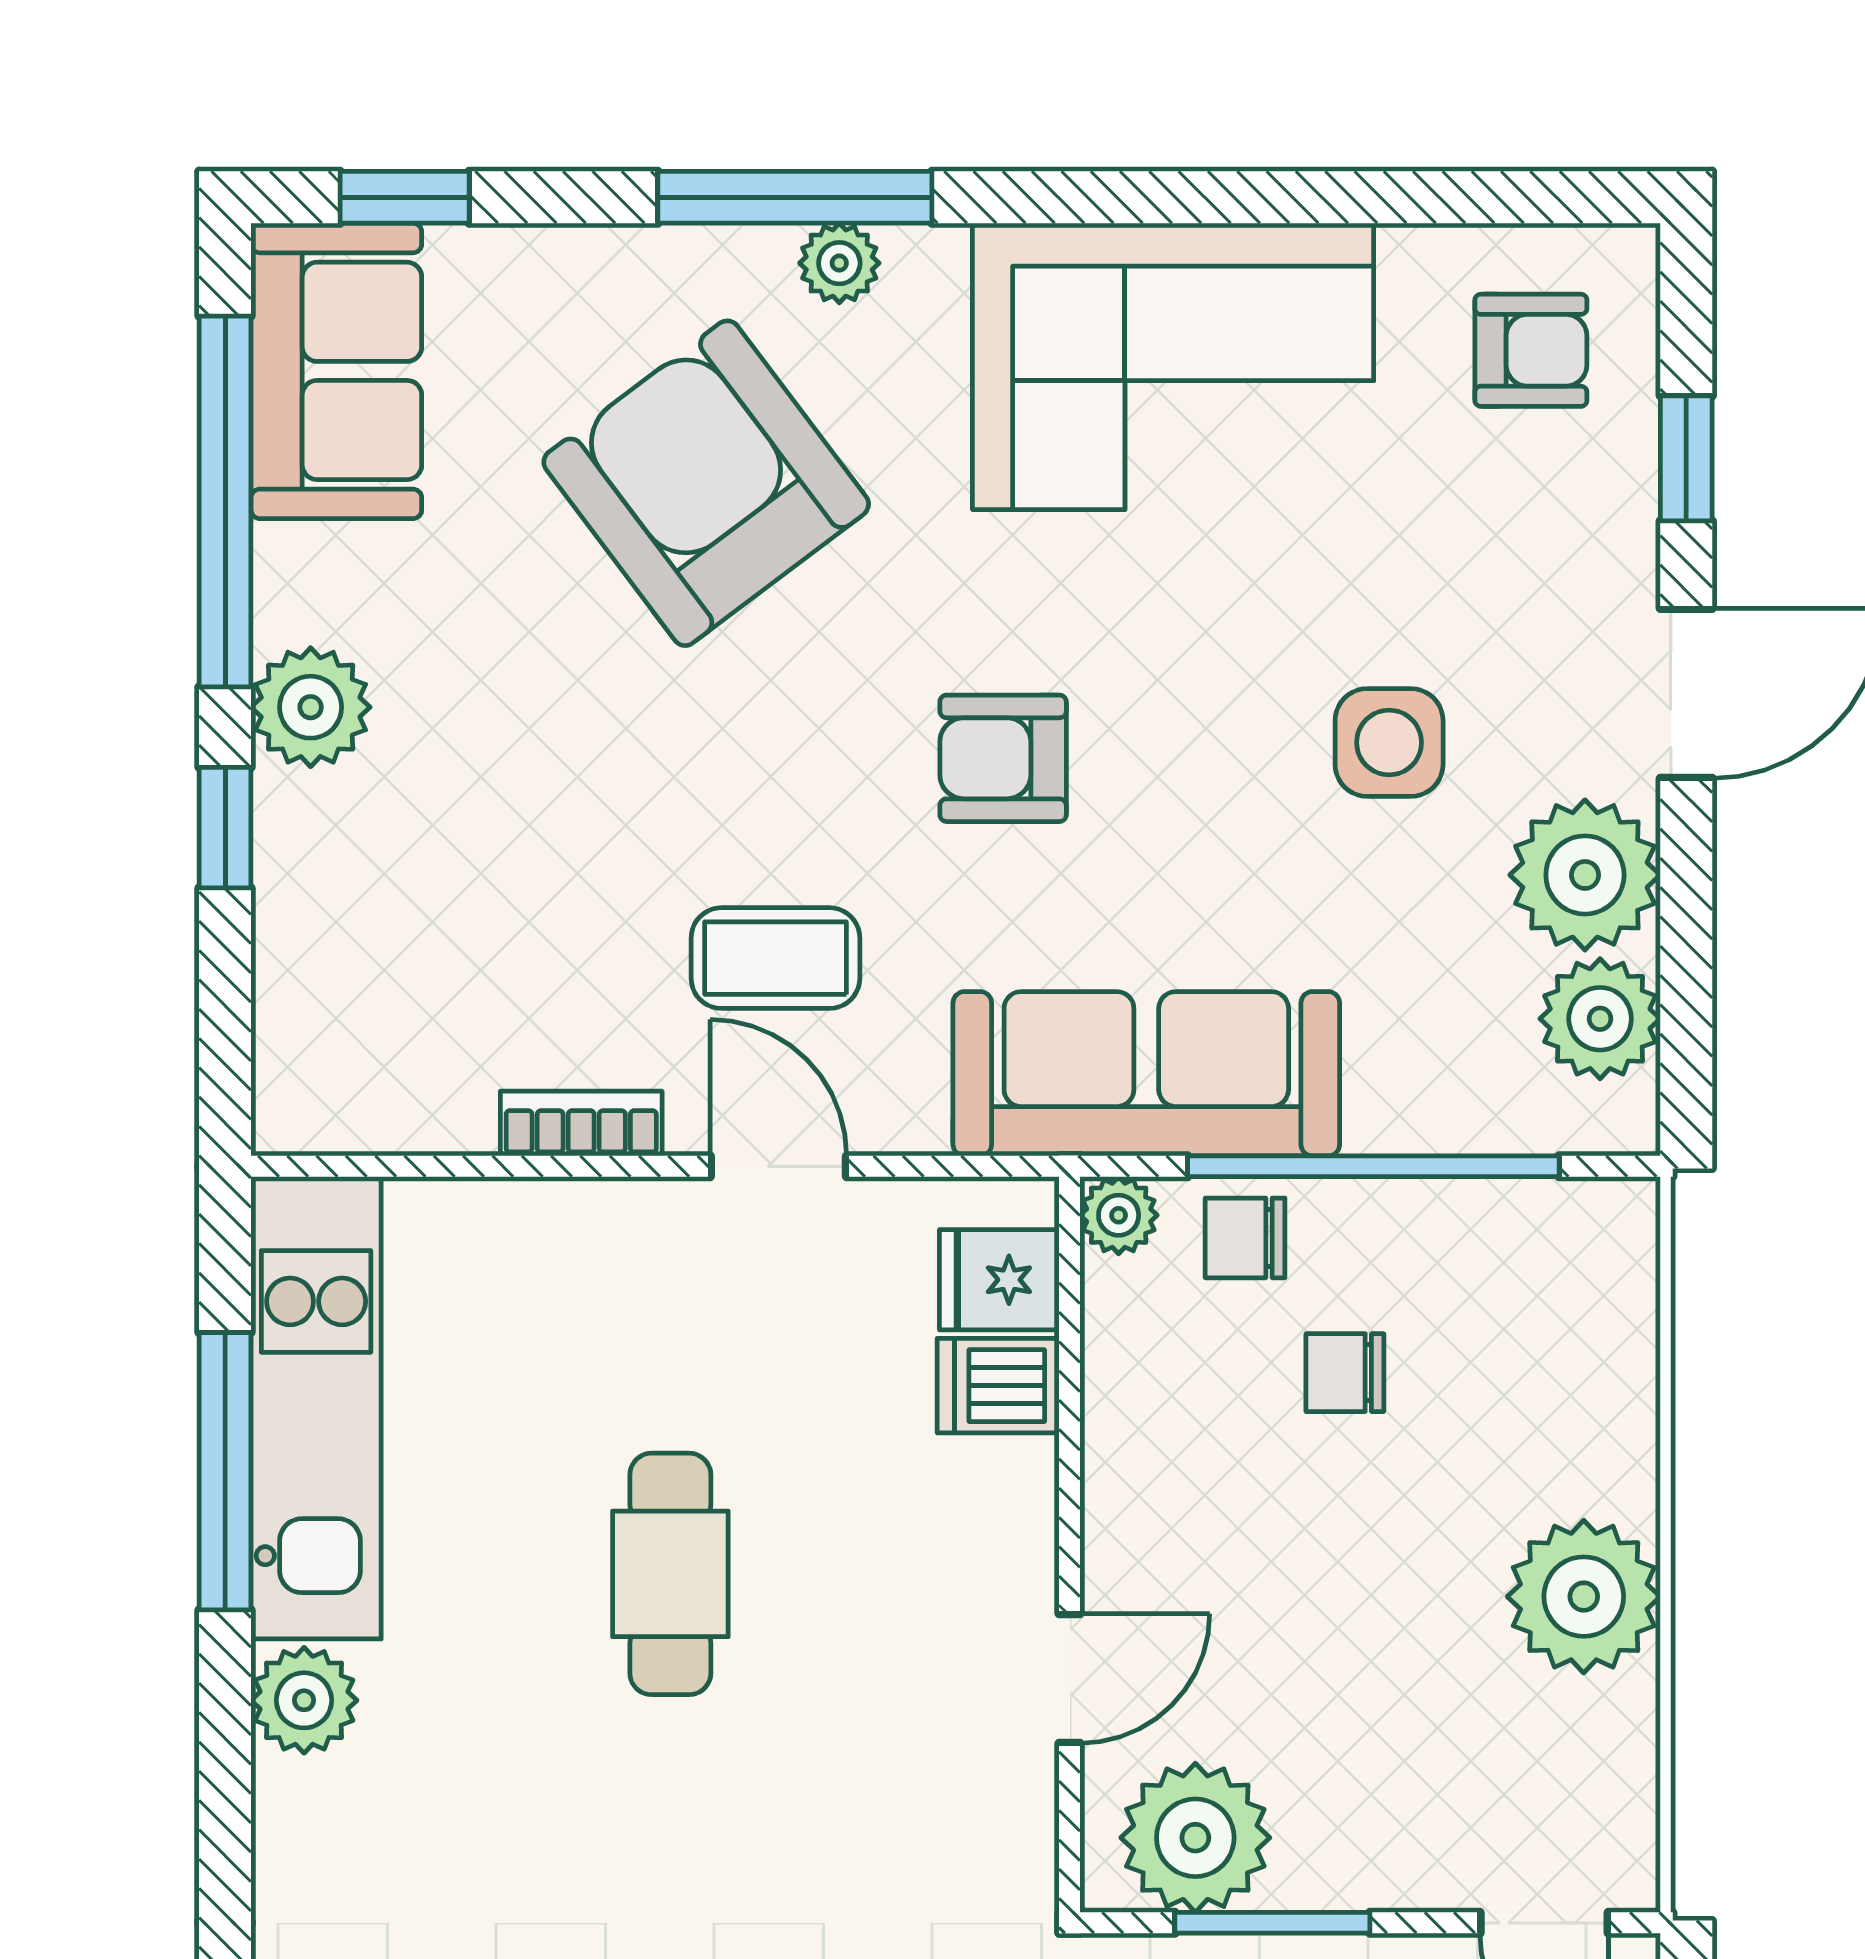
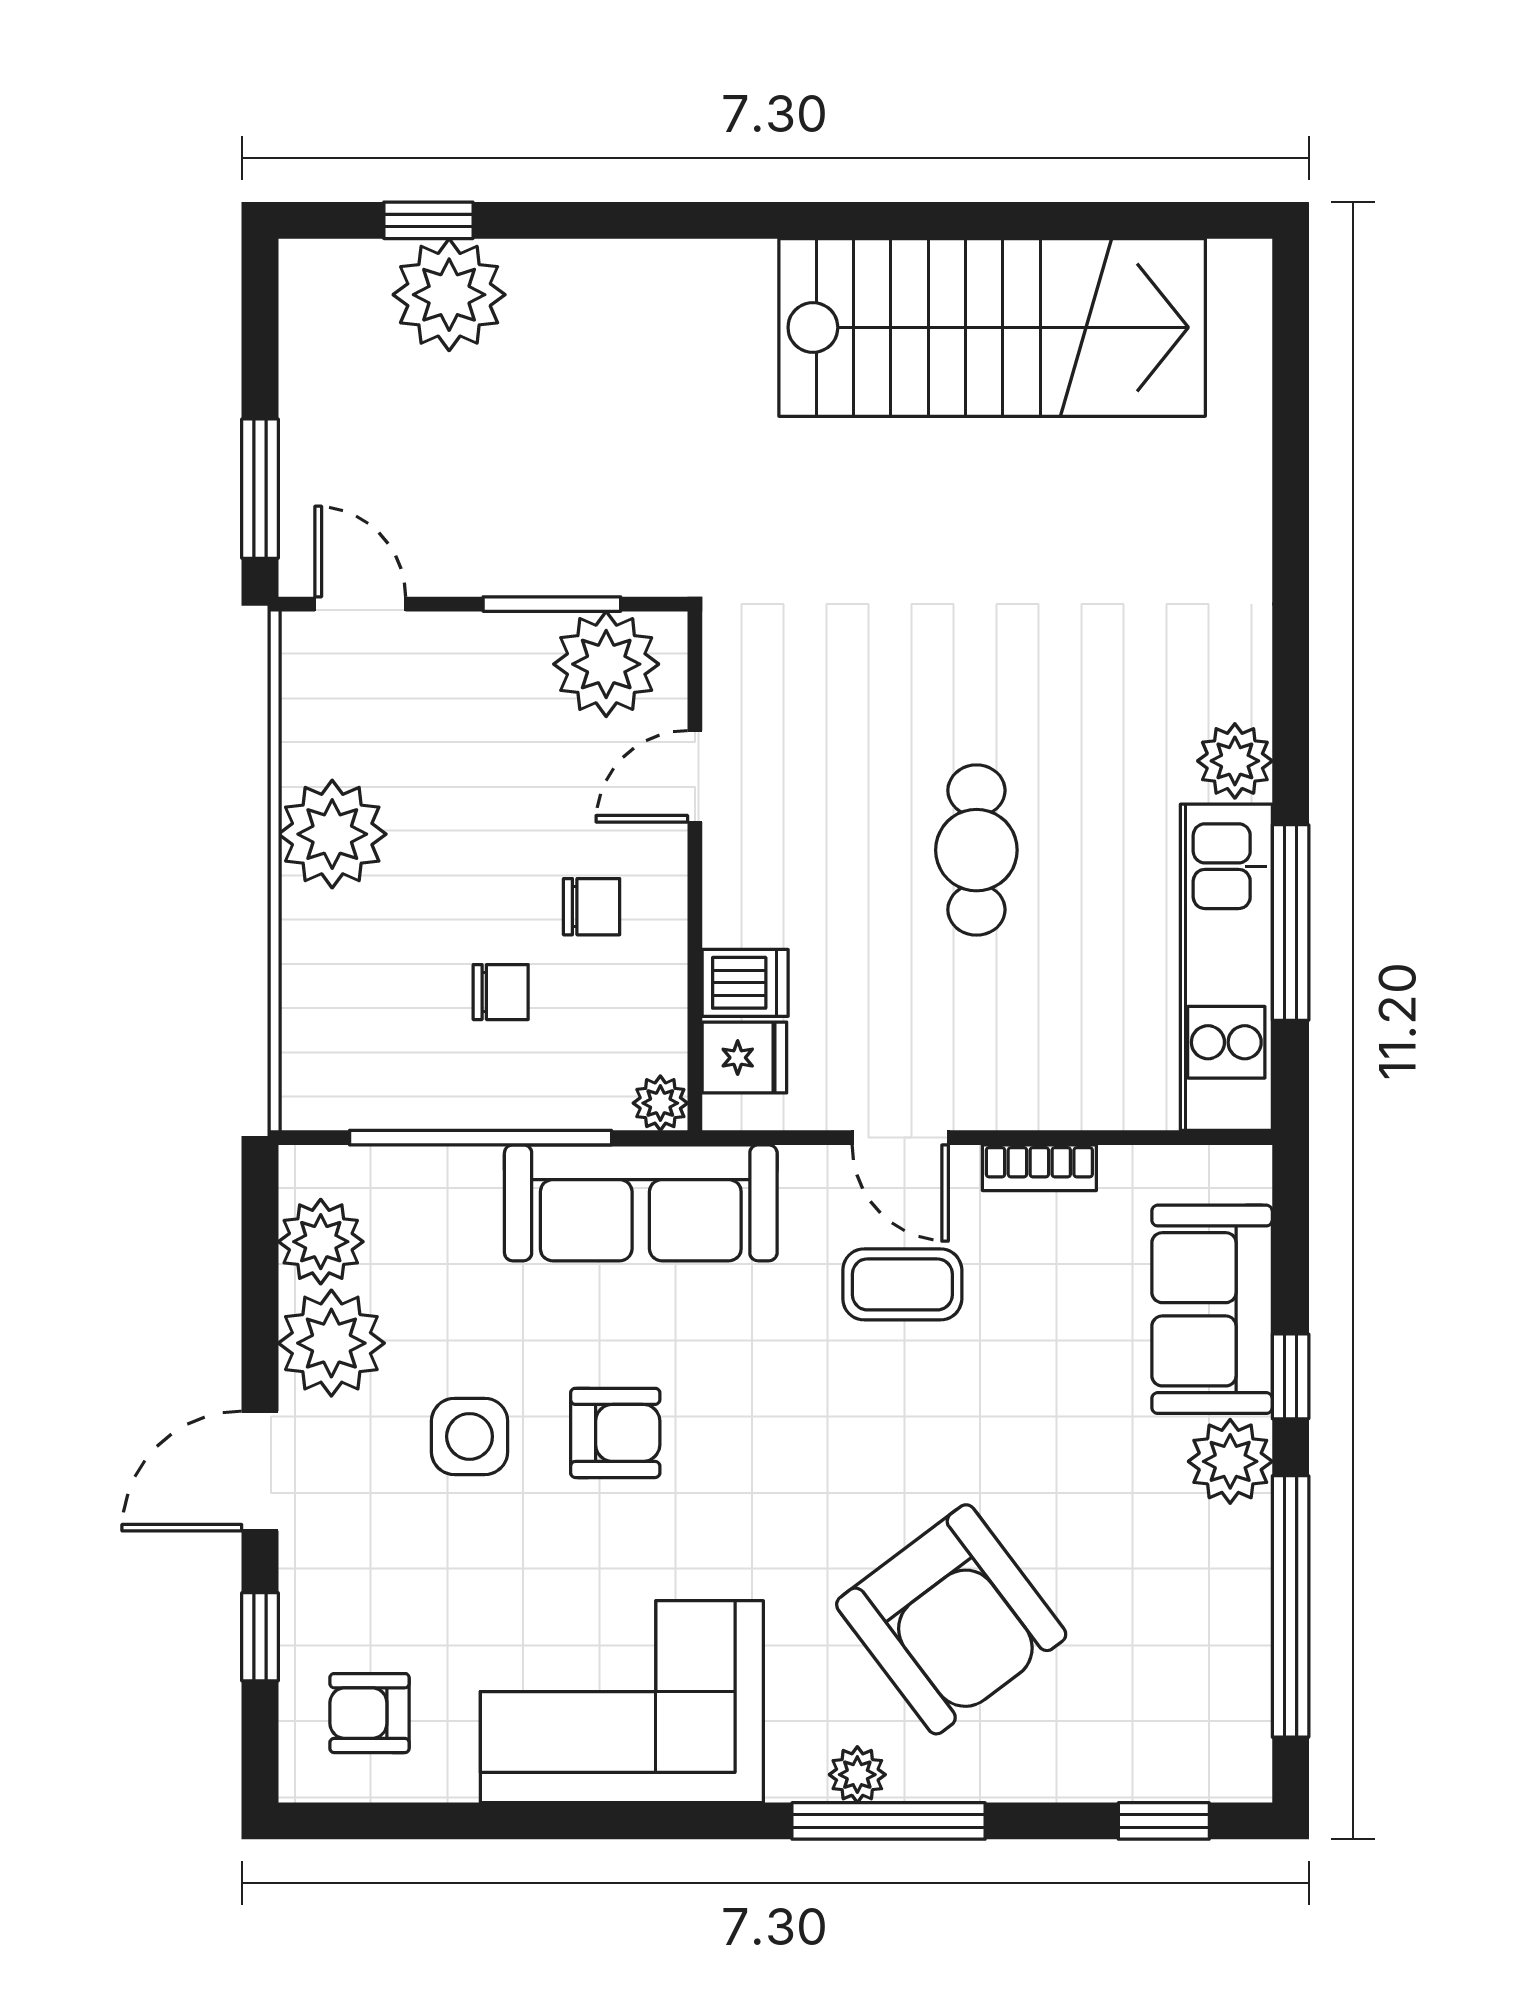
sofa: (336, 371) -> (1212, 1309), moved
armchair: (1003, 758) -> (615, 1433), moved
chair: (1245, 1238) -> (592, 907), moved

